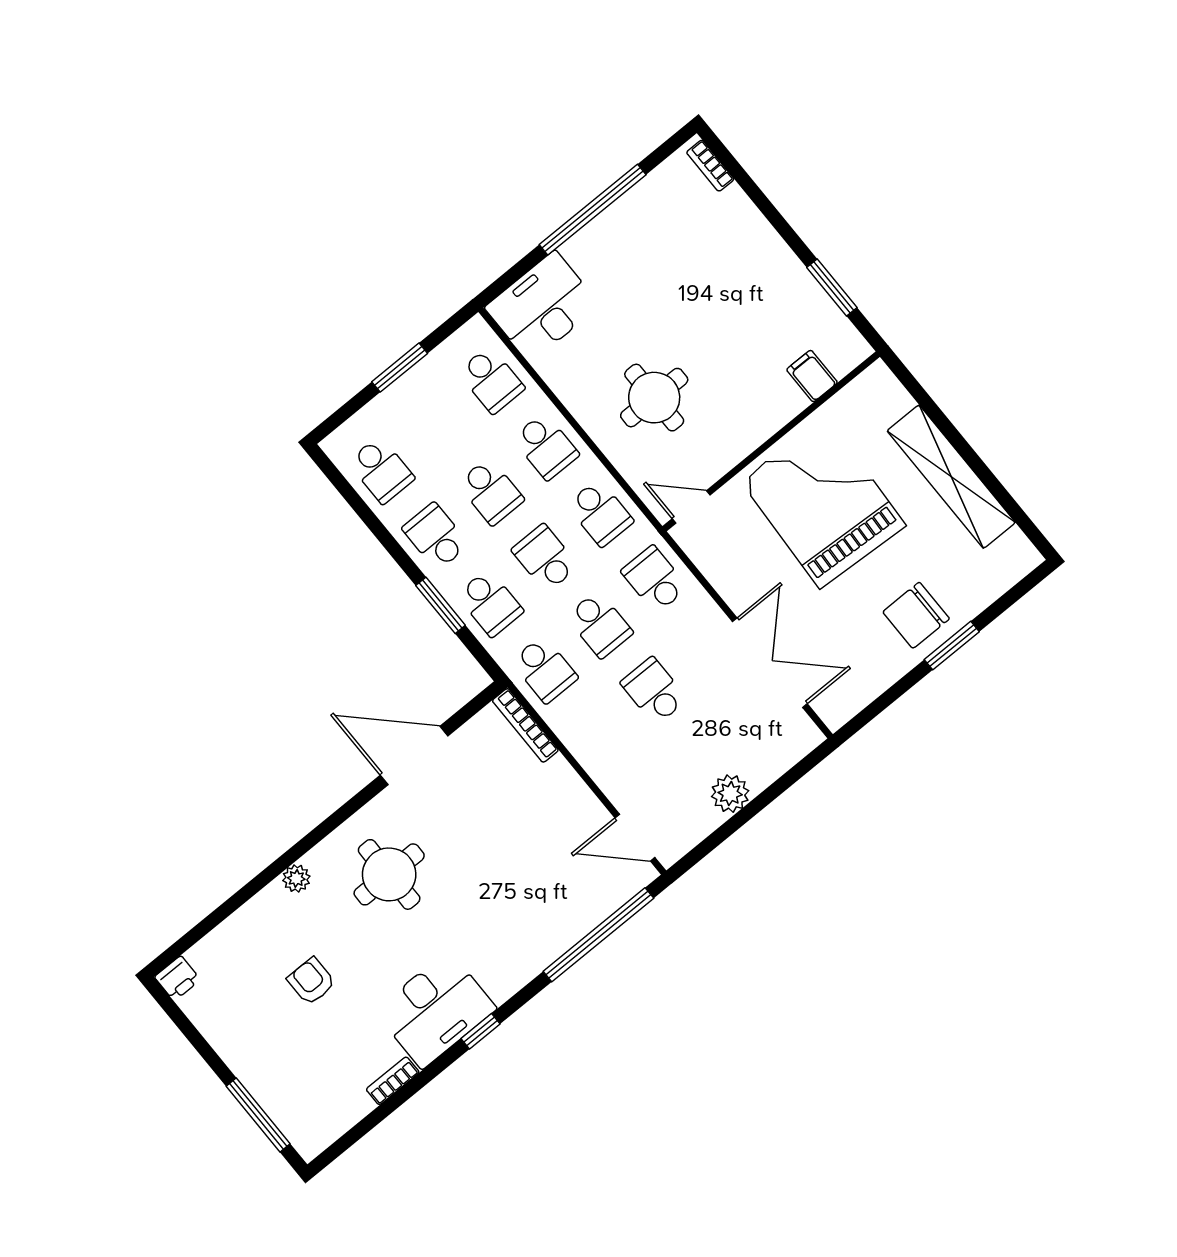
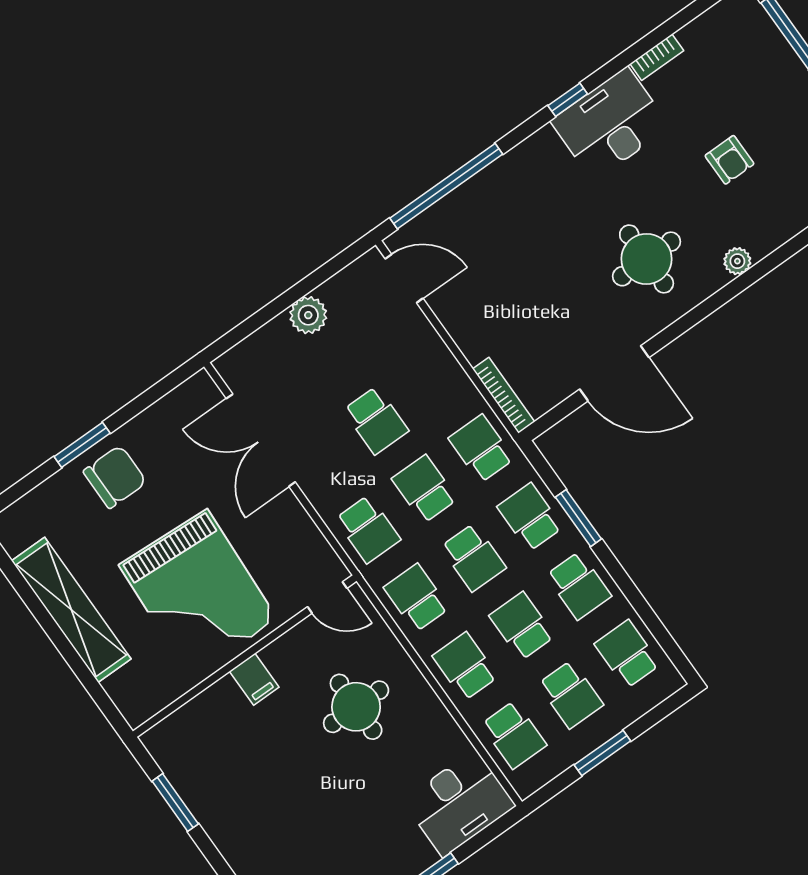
filing cabinet: (812, 376) -> (254, 679), moved
school desk: (491, 380) -> (514, 735), turned 180
school desk: (436, 425) -> (571, 694), added

